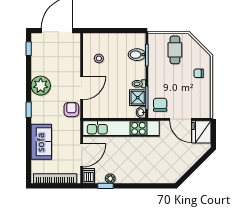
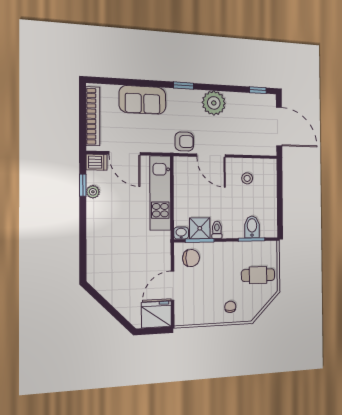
kitchen unit: (121, 128) -> (160, 193), width x0.73

